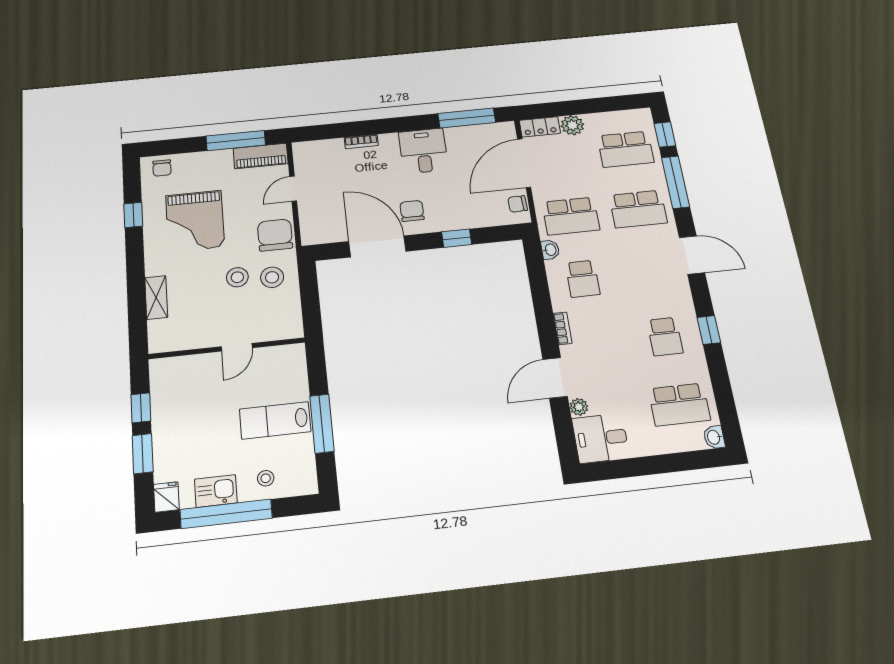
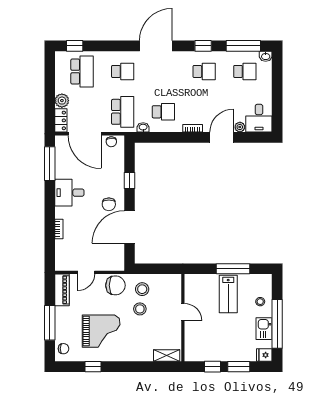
window: (236, 141) -> (50, 323), moved
window: (676, 182) -> (243, 46), moved
door: (293, 189) -> (86, 272), hinge flipped
school desk: (638, 209) -> (123, 71), width x0.54
chair: (412, 211) -> (109, 204), turned -90
chair: (275, 235) -> (115, 285), turned 180
door: (692, 255) -> (156, 46), width x1.36
shelving: (156, 297) -> (167, 356), moved
door: (555, 378) -> (222, 137), swing flipped
school desk: (679, 404) -> (245, 71), width x0.54

